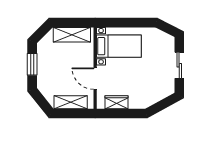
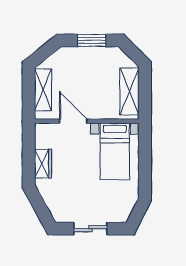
door: (95, 79) -> (73, 121), hinge flipped
wardrobe: (116, 102) -> (43, 164), moved

